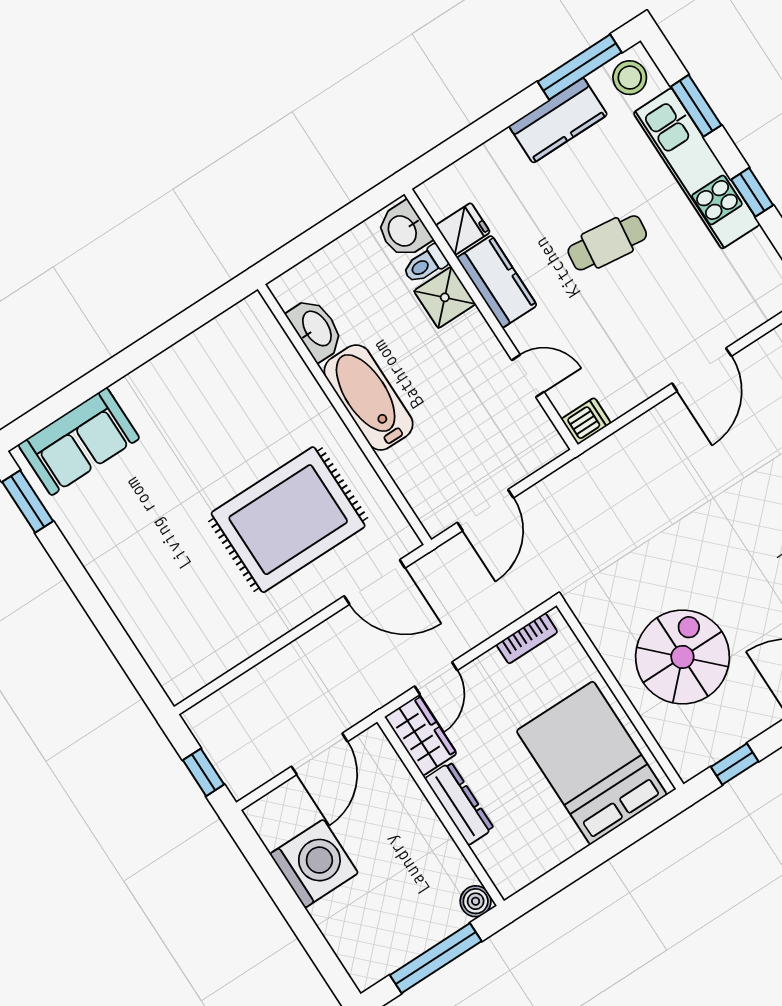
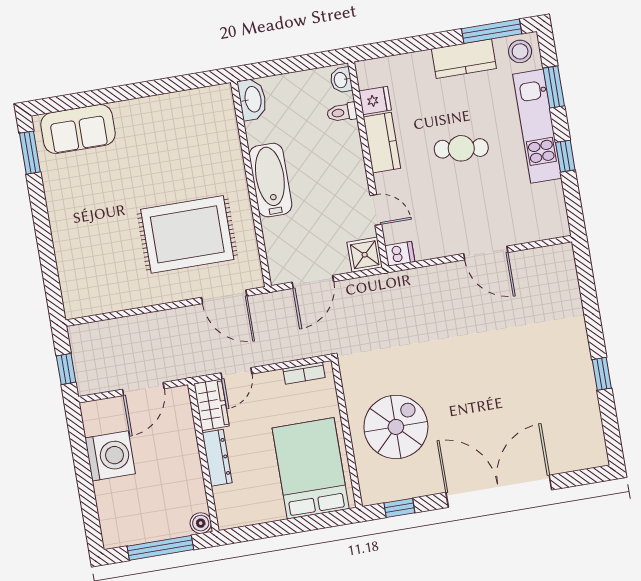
washbasin: (403, 230) -> (341, 80), width x0.72, depth x0.69
shower: (445, 297) -> (365, 255), moved
washbasin: (316, 329) -> (252, 99), moved
door: (702, 370) -> (486, 253), hinge flipped

